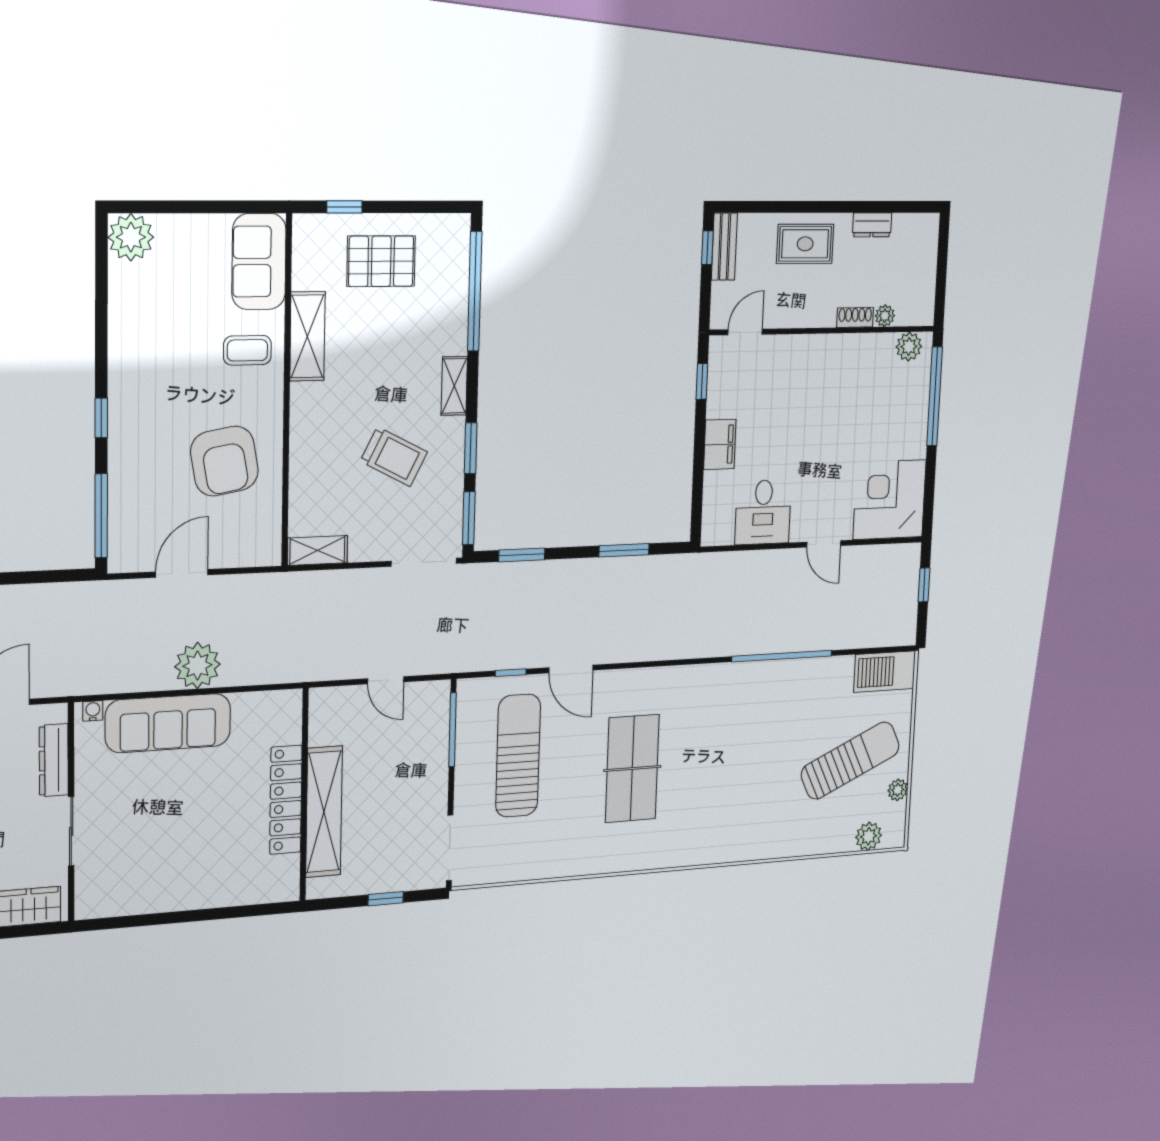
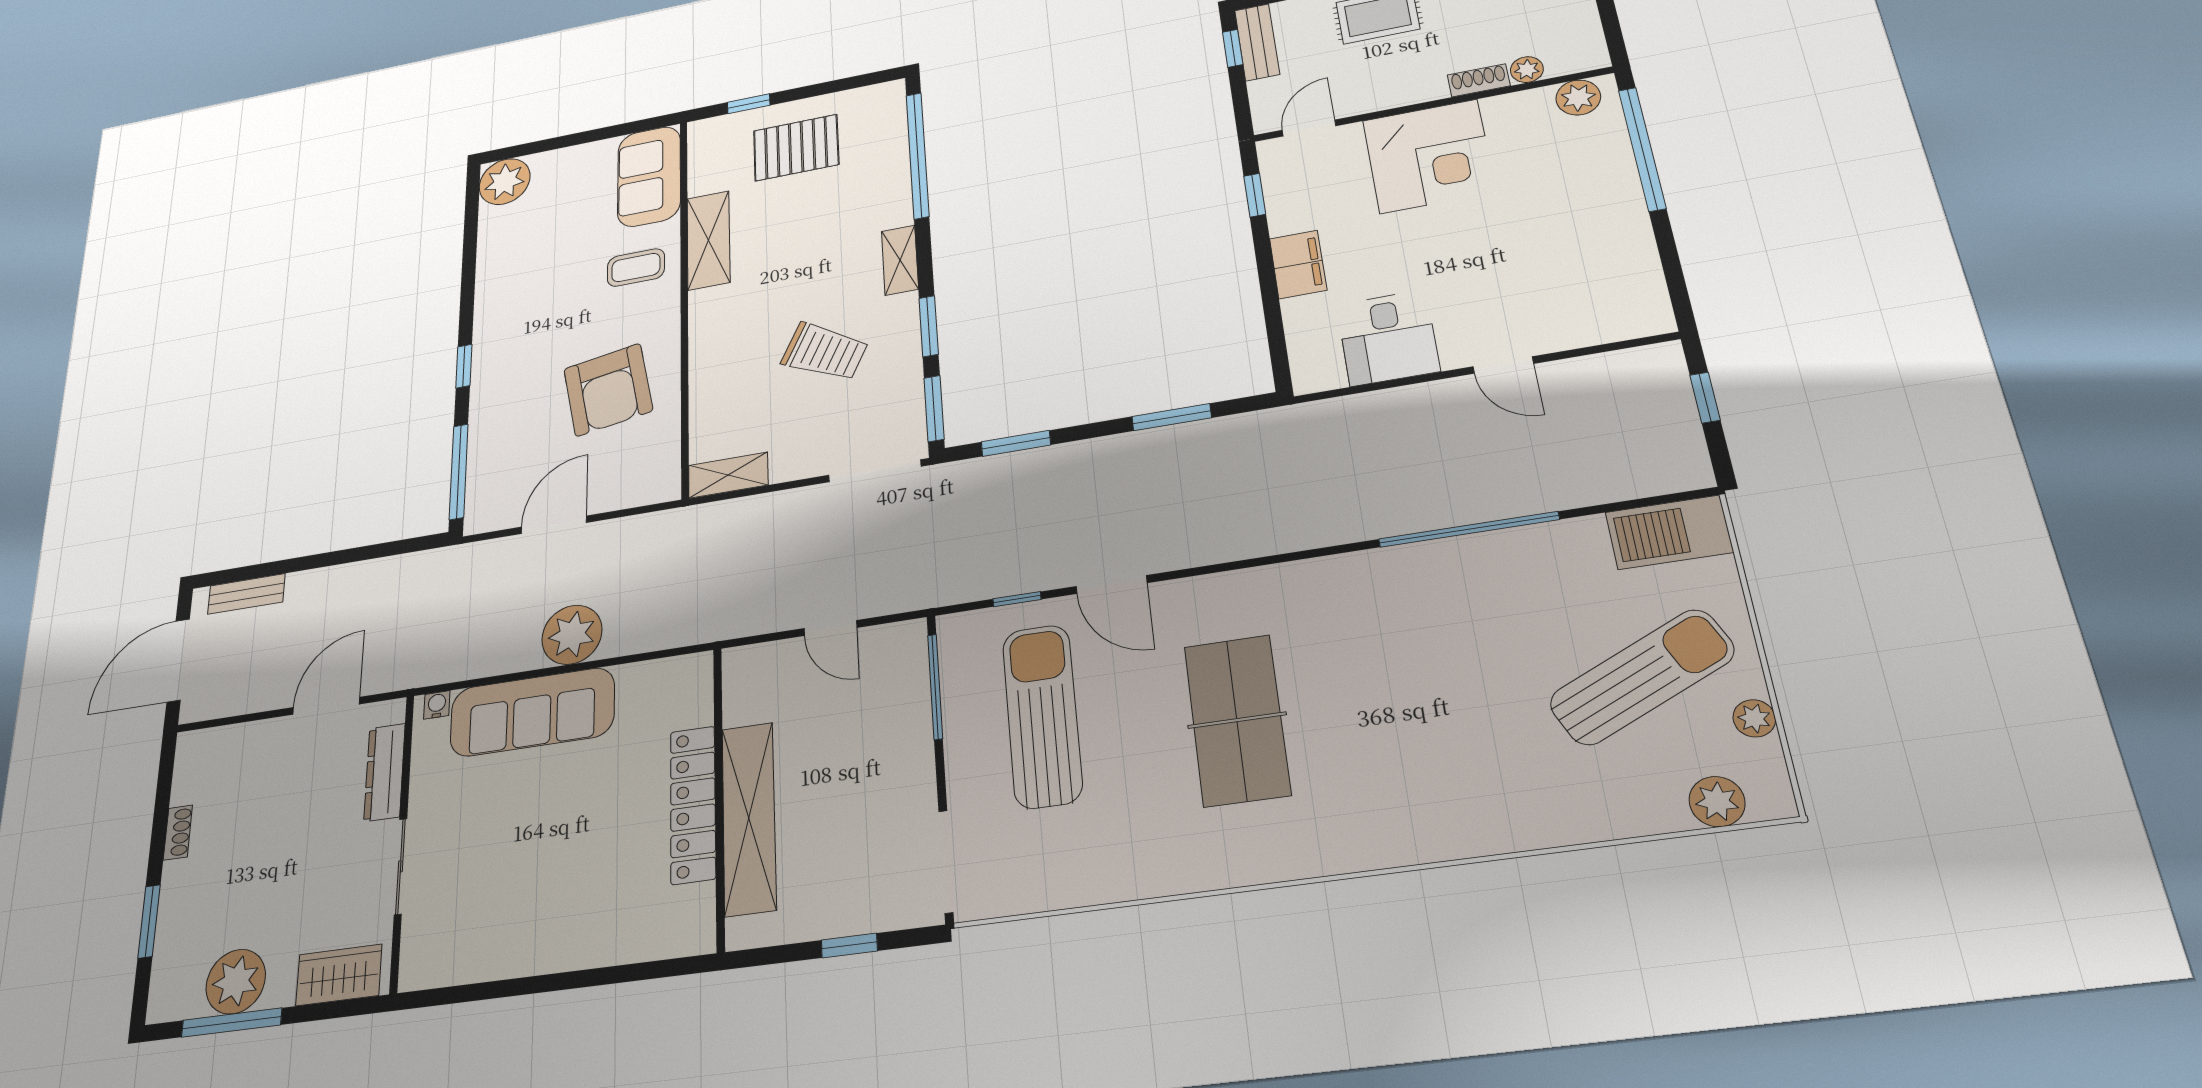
corner desk: (890, 500) -> (1429, 156), moved, turned 180

